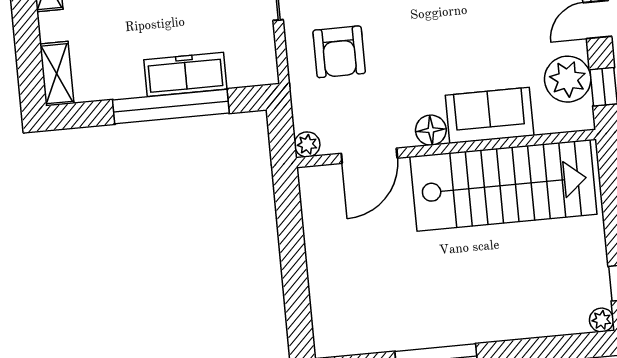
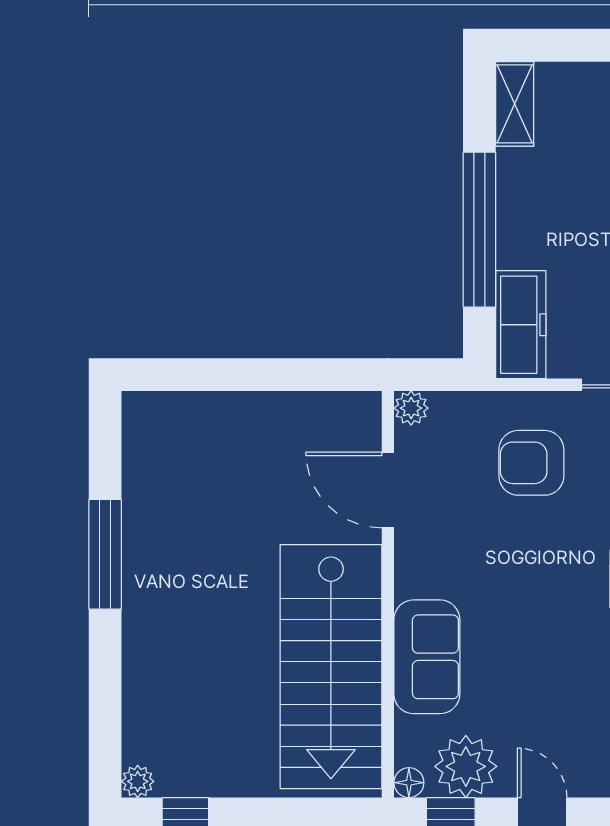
shelving: (57, 74) -> (515, 104), moved, turned 90
freezer: (185, 74) -> (521, 325), moved
floor lamp: (431, 130) -> (409, 783), moved, width x0.73, depth x0.73

